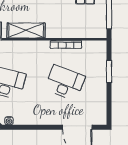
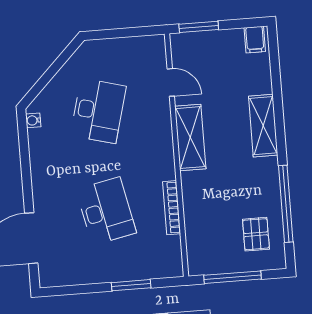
desk: (65, 83) -> (106, 211), turned -33

